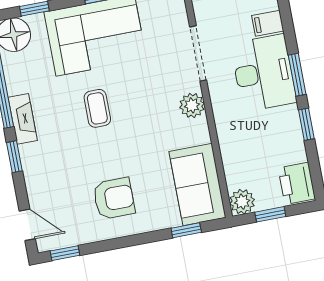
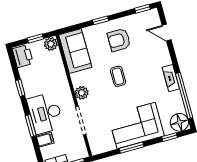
window: (297, 75) -> (31, 126), moved
coffee table: (97, 108) -> (118, 76), moved
window: (14, 157) -> (174, 58), removed
door: (27, 225) -> (167, 33), moved
window: (186, 230) -> (101, 20), moved

